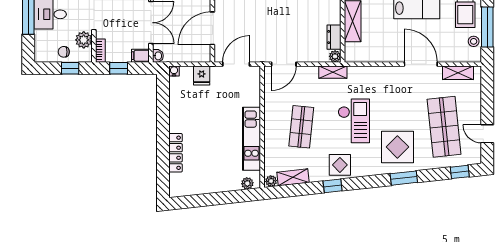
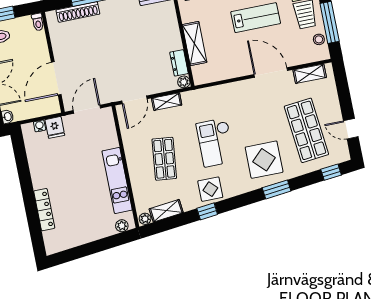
water cooler: (174, 71) -> (40, 126), moved
shelving: (333, 72) -> (167, 102), moved
checkout: (354, 121) -> (215, 142), turned 180

